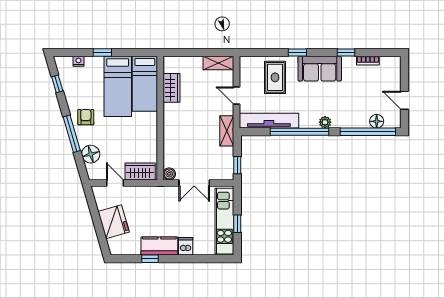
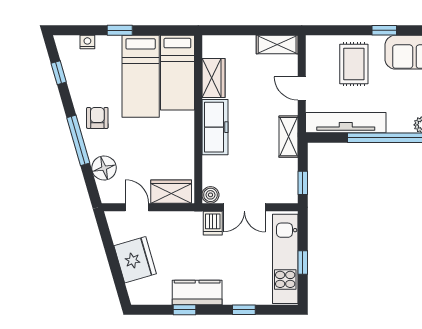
freezer: (173, 124) -> (215, 127), added
dishwasher: (186, 246) -> (213, 223), moved, turned 180
window: (194, 259) -> (244, 310), added

